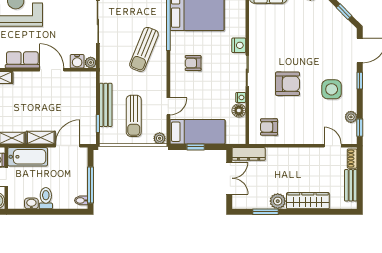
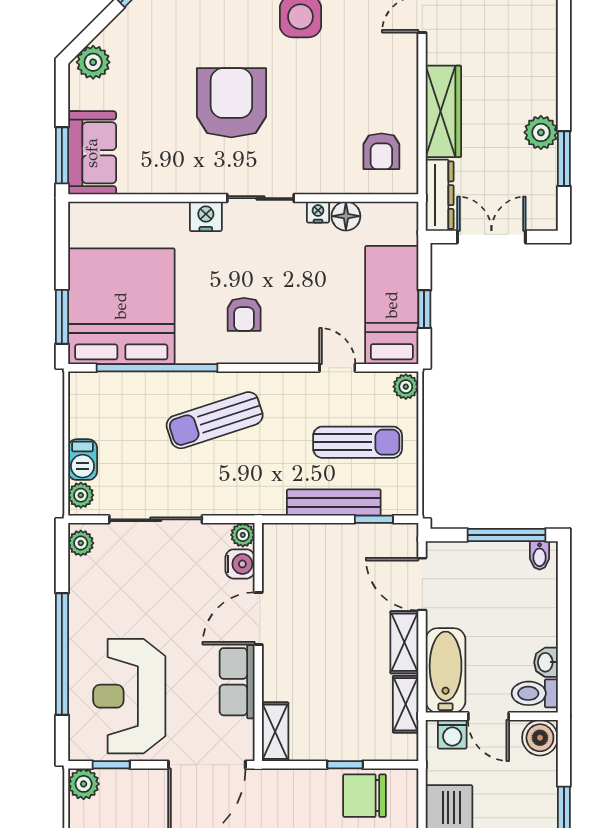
sun lounger: (144, 49) -> (215, 420), turned 140
armchair: (288, 84) -> (231, 103), moved, width x1.36, depth x1.36
toilet: (46, 198) -> (535, 693), moved
wardrobe: (308, 201) -> (443, 111), moved, turned 180

